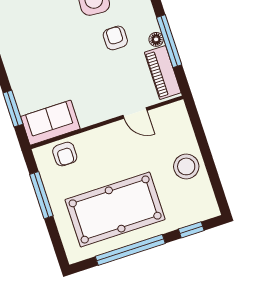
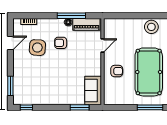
armchair: (65, 154) -> (117, 71), moved
stool: (186, 166) -> (151, 27), moved
window: (41, 195) -> (150, 107), moved

